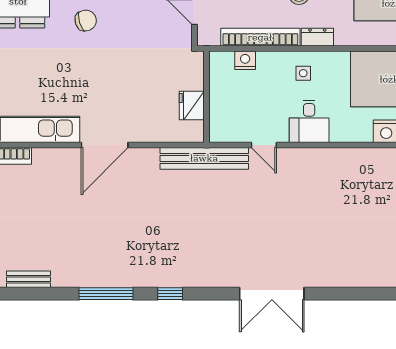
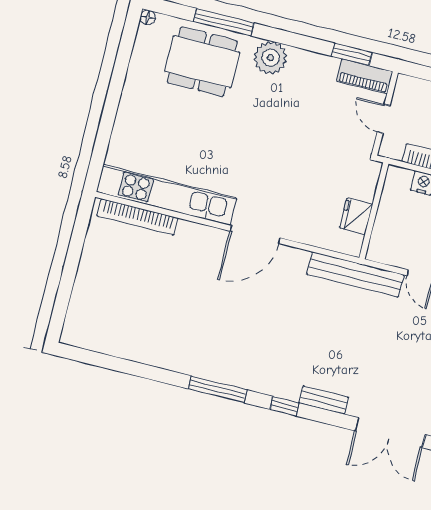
chair: (86, 21) -> (268, 100), removed
bench: (29, 279) -> (324, 400), moved

